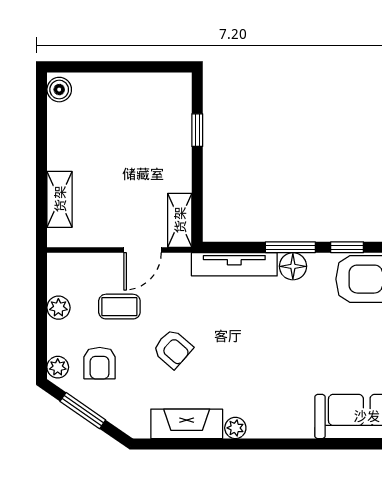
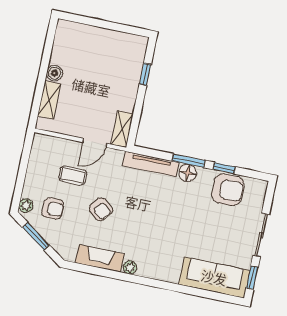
boiler: (59, 90) -> (54, 73), moved
plant: (58, 308) -> (34, 168), removed
armchair: (100, 363) -> (53, 209), turned -90

